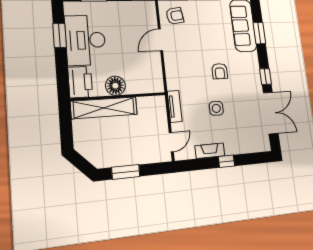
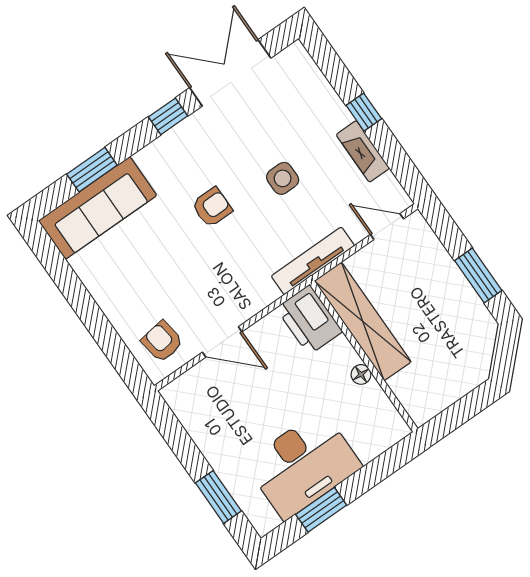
printer: (80, 82) -> (309, 320), moved, turned -90
floor lamp: (115, 86) -> (361, 374), width x0.53, depth x0.53
tv unit: (175, 106) -> (313, 261), width x1.41
shelving: (104, 108) -> (363, 321), moved

